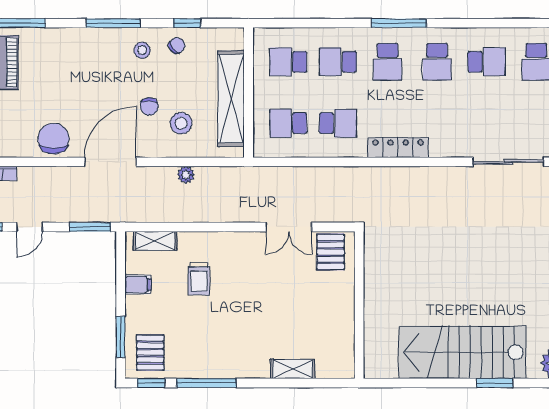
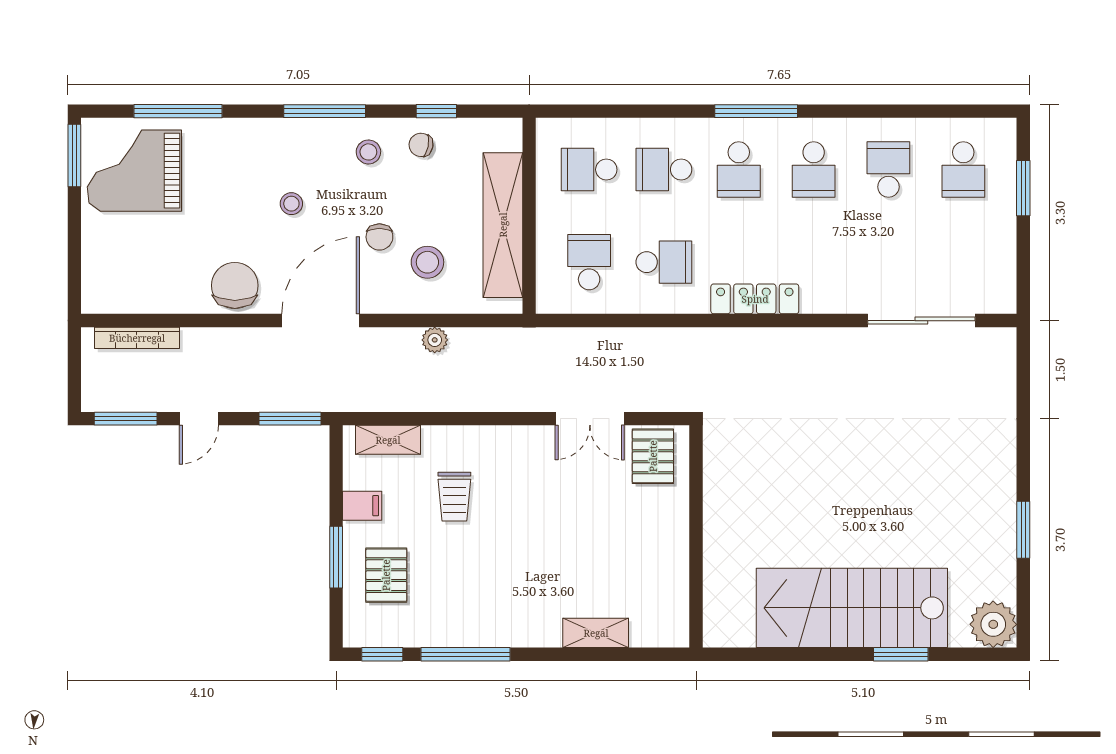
chair: (177, 46) -> (421, 145), turned -132
school desk: (487, 62) -> (888, 170), turned -90
stool: (91, 84) -> (291, 204), added
school desk: (288, 123) -> (589, 262), turned 90
window: (121, 337) -> (336, 557), moved
pallet: (150, 353) -> (386, 575), moved

